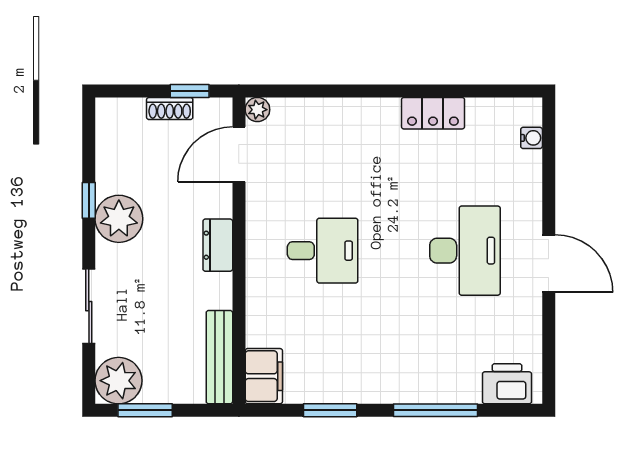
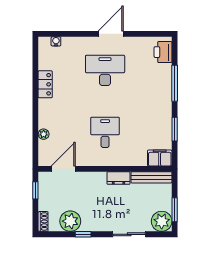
shoe rack: (170, 108) -> (43, 221), moved
plant: (257, 110) -> (44, 134), moved
door: (239, 154) -> (63, 169), swing flipped
plant: (119, 219) -> (70, 221), moved
dresser: (218, 245) -> (119, 178), moved

